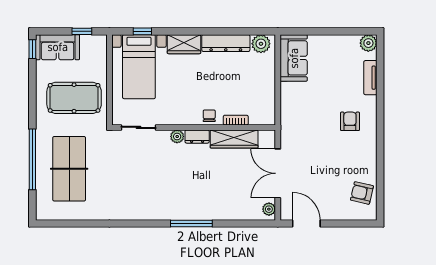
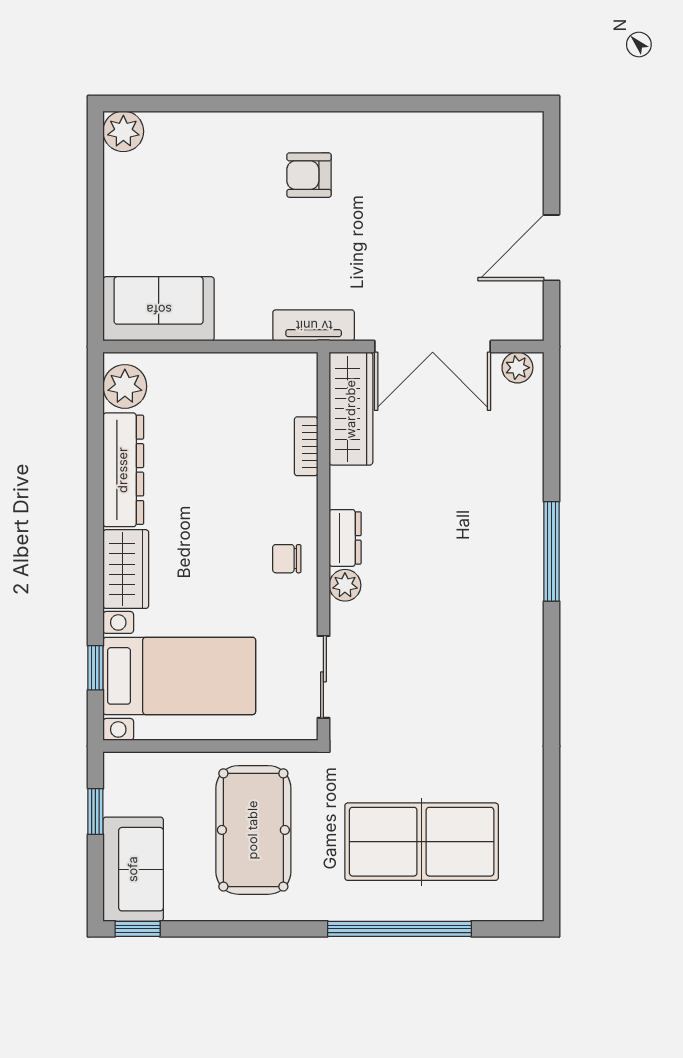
tv unit: (370, 78) -> (314, 325), moved, turned 180
chair: (209, 116) -> (287, 559), moved
wardrobe: (234, 139) -> (351, 409), moved
armchair: (362, 193) -> (479, 147), removed
door: (306, 223) -> (551, 248), moved

